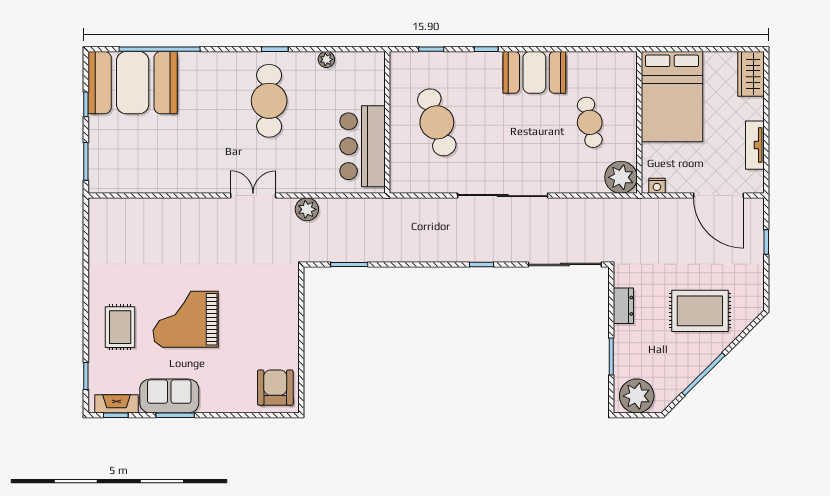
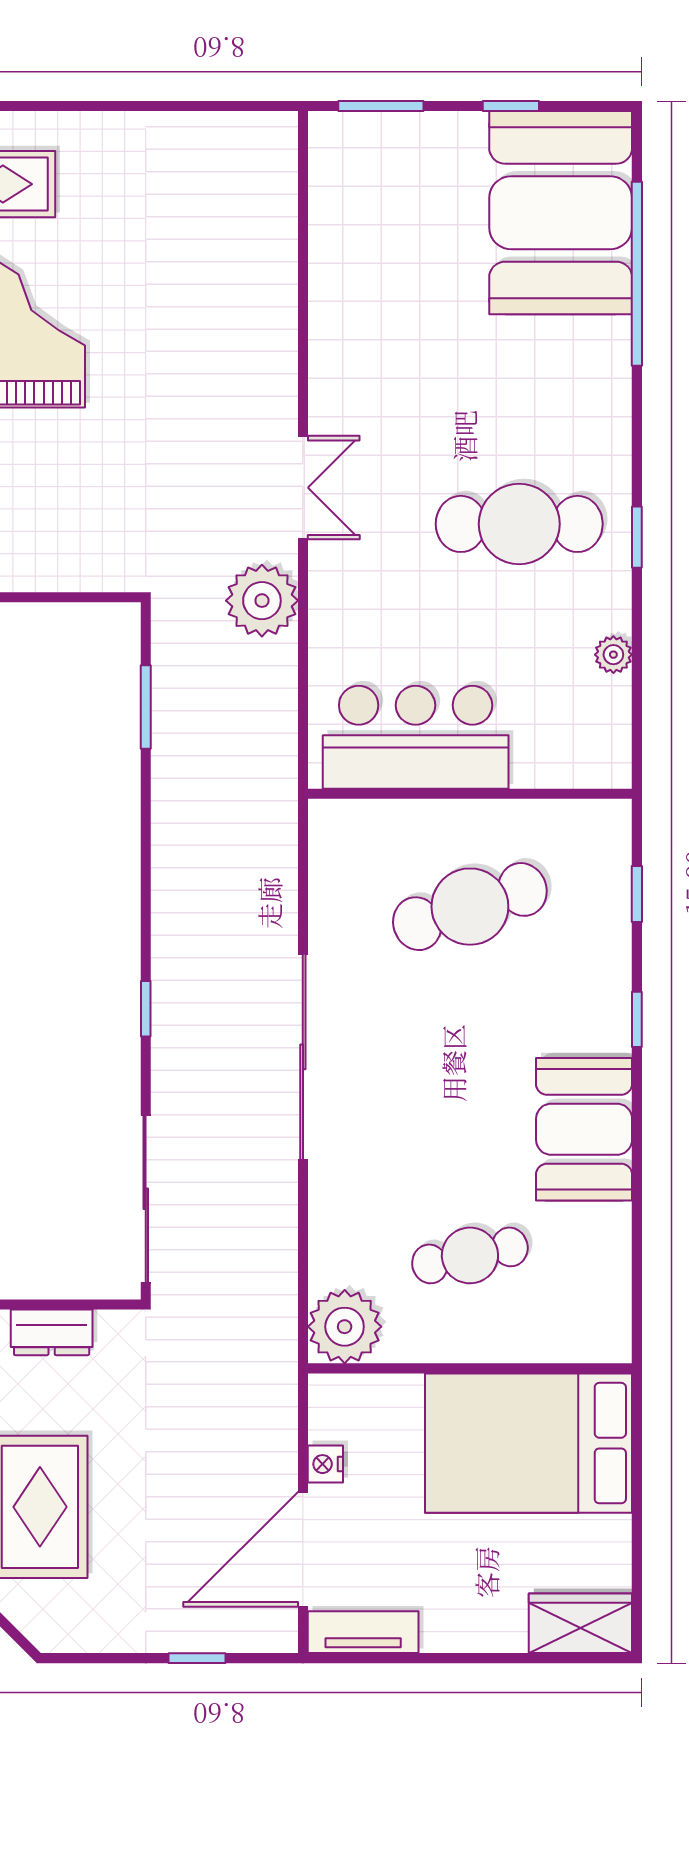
tv unit: (755, 145) -> (363, 1632), moved
nightstand: (657, 186) -> (325, 1464), moved
plant: (307, 209) -> (262, 601), width x1.36, depth x1.36

